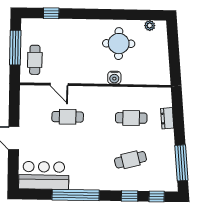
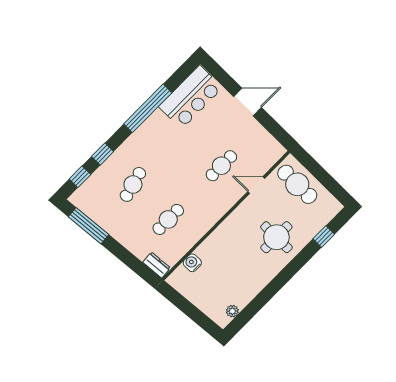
round table: (119, 44) -> (276, 237), moved
window: (15, 48) -> (324, 178), removed
cafe table: (35, 60) -> (297, 184), width x1.37, depth x1.35
water cooler: (114, 78) -> (192, 263), moved
dresser: (167, 118) -> (157, 265), moved

